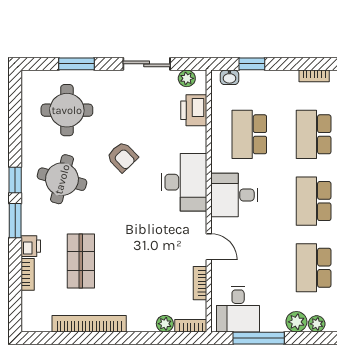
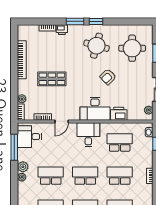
printer: (194, 110) -> (119, 114), moved
shop shelf: (81, 261) -> (52, 79), moved

